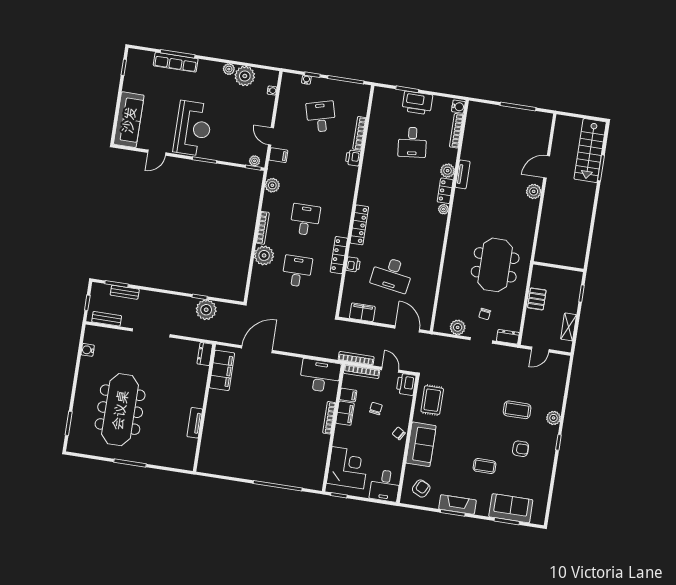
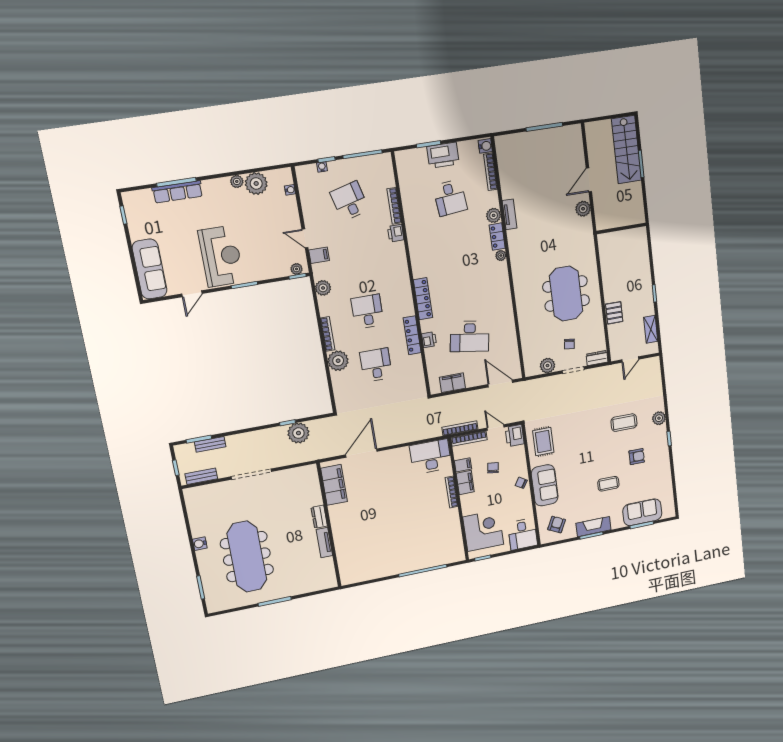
wall: (558, 267) -> (621, 228), moved
water cooler: (88, 350) -> (200, 544), moved
dresser: (205, 354) -> (319, 517), moved

